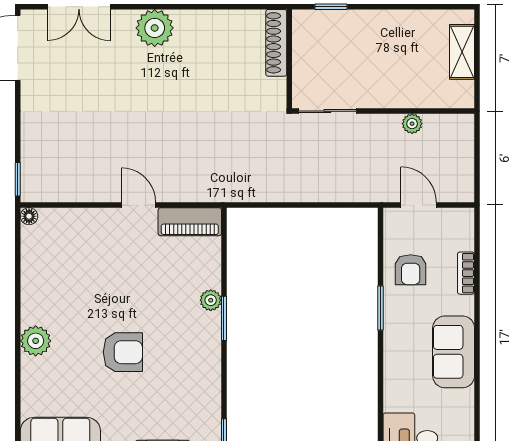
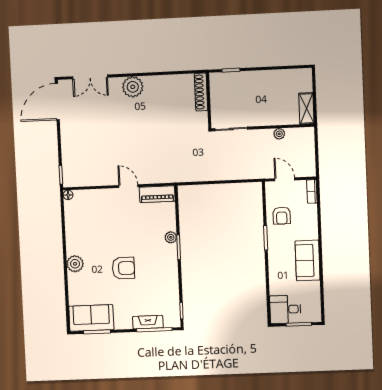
shelving: (462, 52) -> (306, 108), moved
bookcase: (466, 273) -> (312, 191), moved

